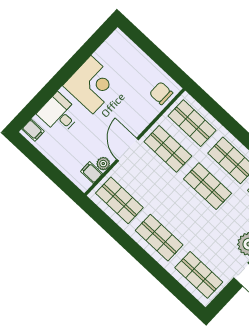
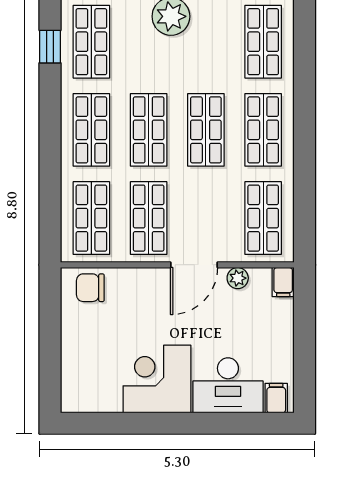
chair: (161, 93) -> (90, 288), turned 90
desk: (59, 114) -> (228, 385), width x1.37
filing cabinet: (91, 173) -> (283, 282), moved
shop shelf: (183, 212) -> (206, 130), added

